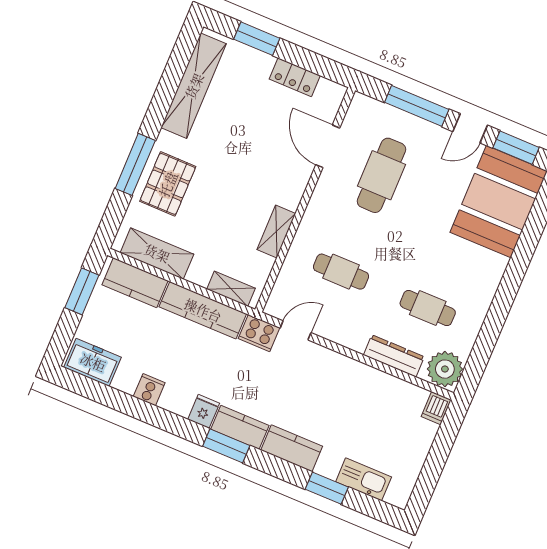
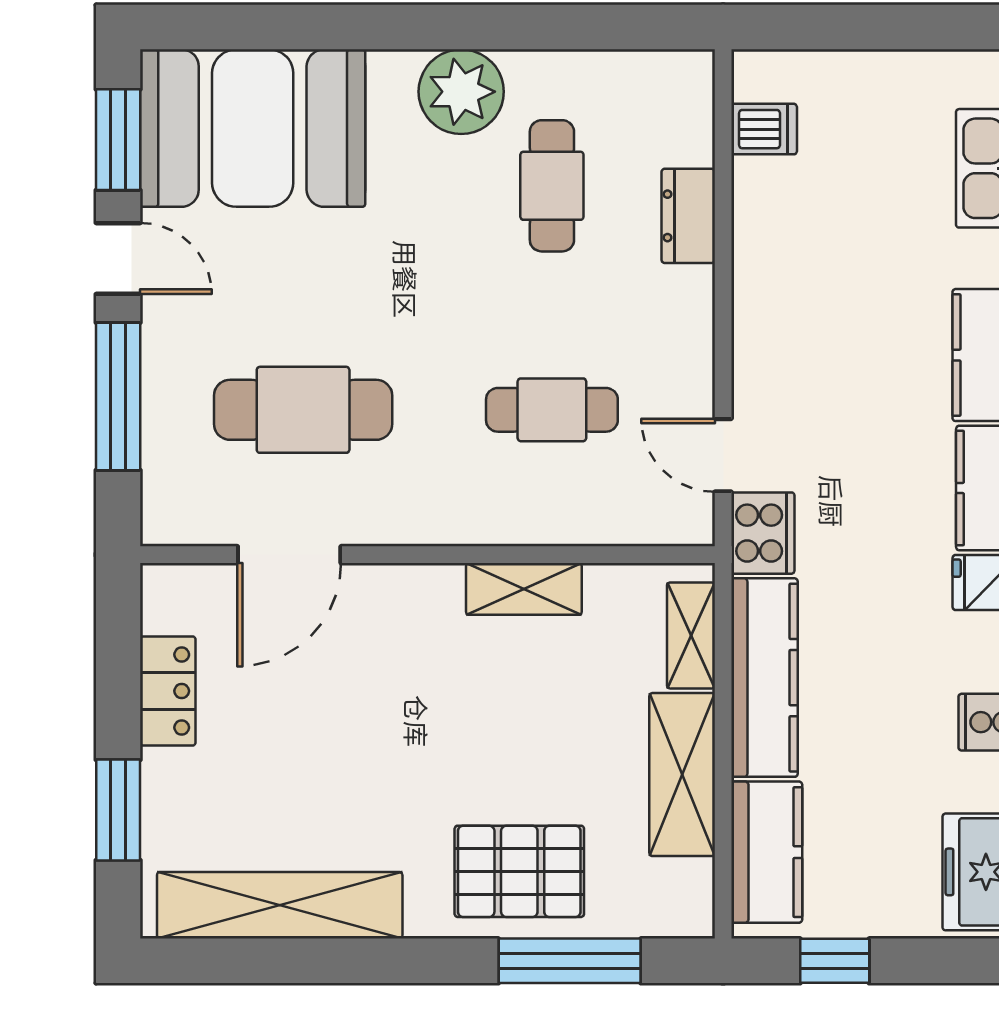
window: (135, 164) -> (570, 961), moved
shelving: (157, 253) -> (682, 775), moved
cafe table: (341, 272) -> (552, 410), turned 90
window: (82, 291) -> (835, 961), width x0.67
dresser: (394, 356) -> (688, 216), width x0.70
plant: (445, 369) -> (461, 92), moved
dishwasher: (436, 408) -> (764, 129), moved

